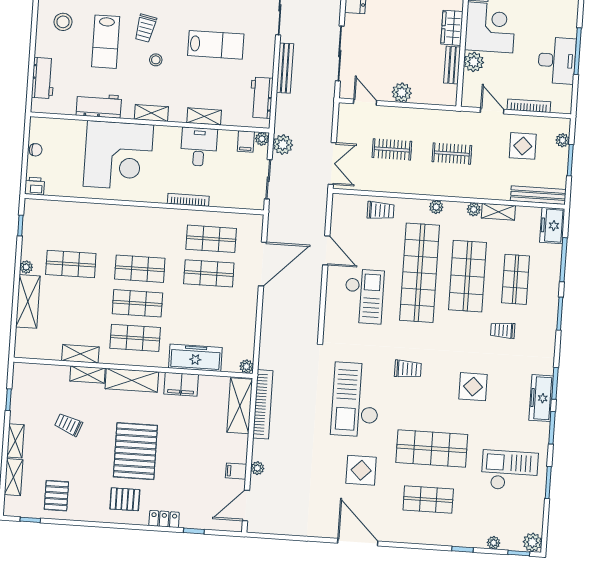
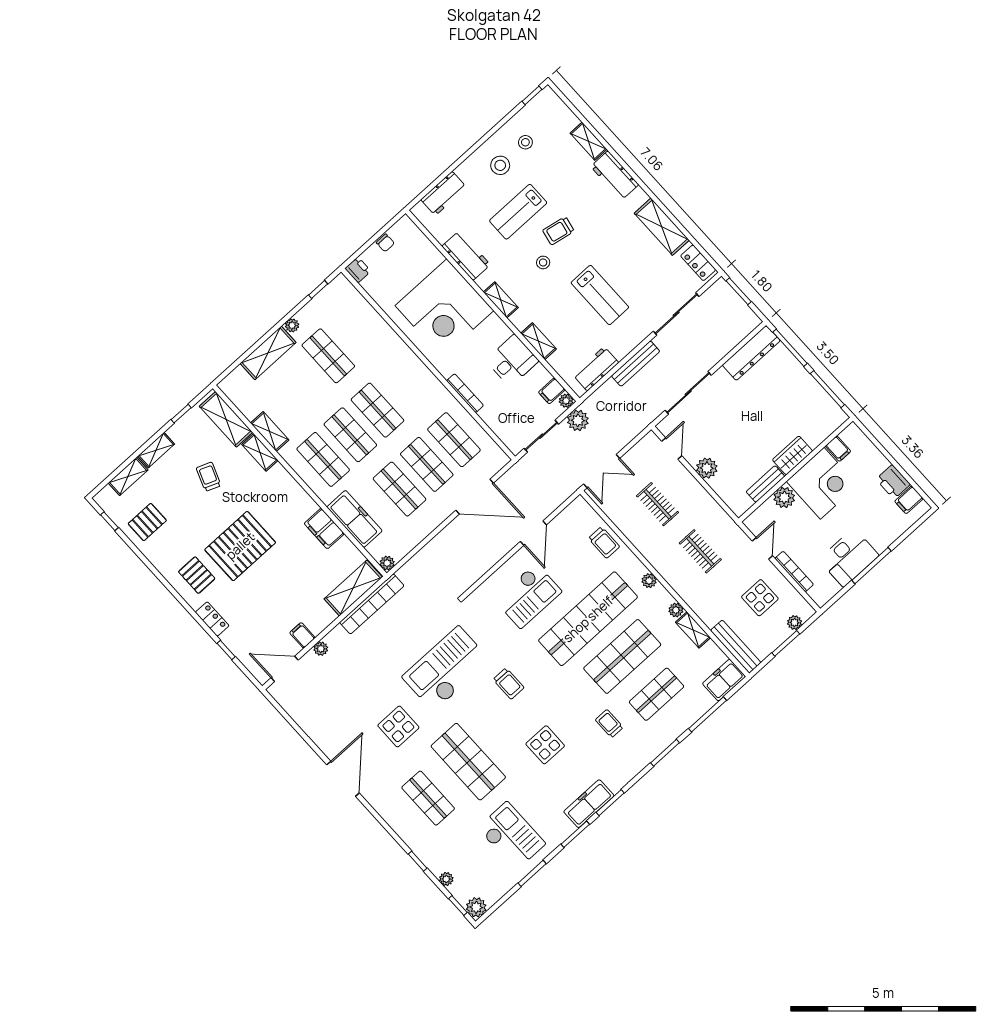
shop shelf: (206, 308) -> (400, 489), added
shelving: (132, 380) -> (226, 419), moved

